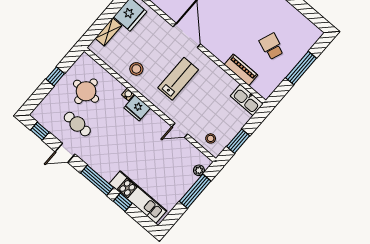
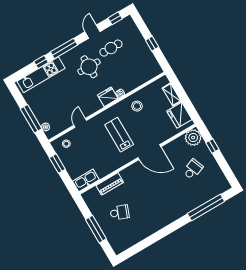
lab bench: (178, 79) -> (119, 135), turned 180
round table: (86, 91) -> (89, 67), moved

